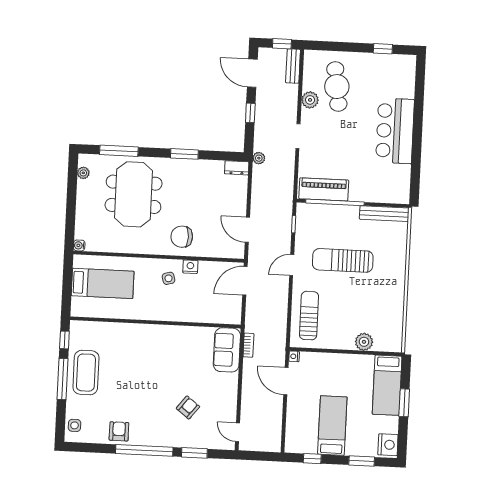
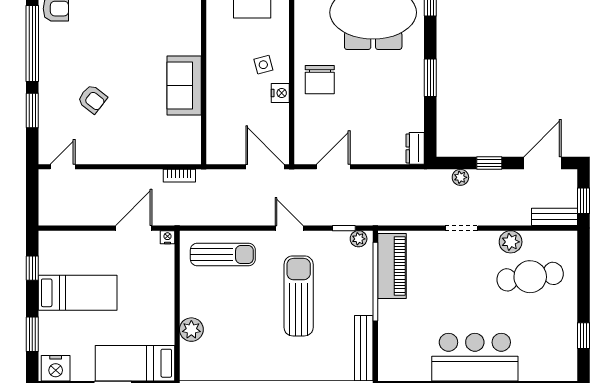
plant: (259, 158) -> (460, 177), moved
plant: (302, 213) -> (359, 239), added
chair: (182, 237) -> (320, 80), turned 180
sofa: (227, 350) -> (184, 86), moved, turned -90

